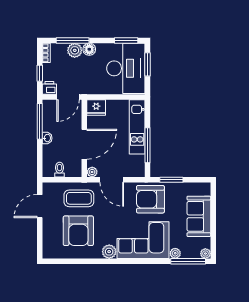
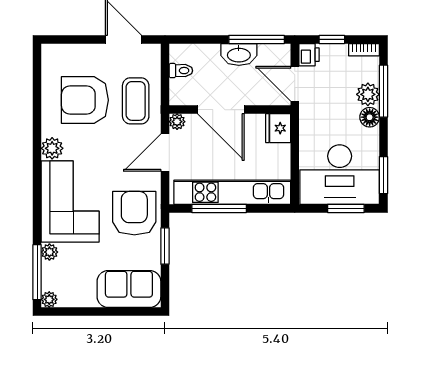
kitchen unit: (137, 127) -> (232, 192), width x1.36
washbasin: (47, 138) -> (239, 54), width x1.91, depth x1.45
sofa: (199, 216) -> (129, 289), moved

